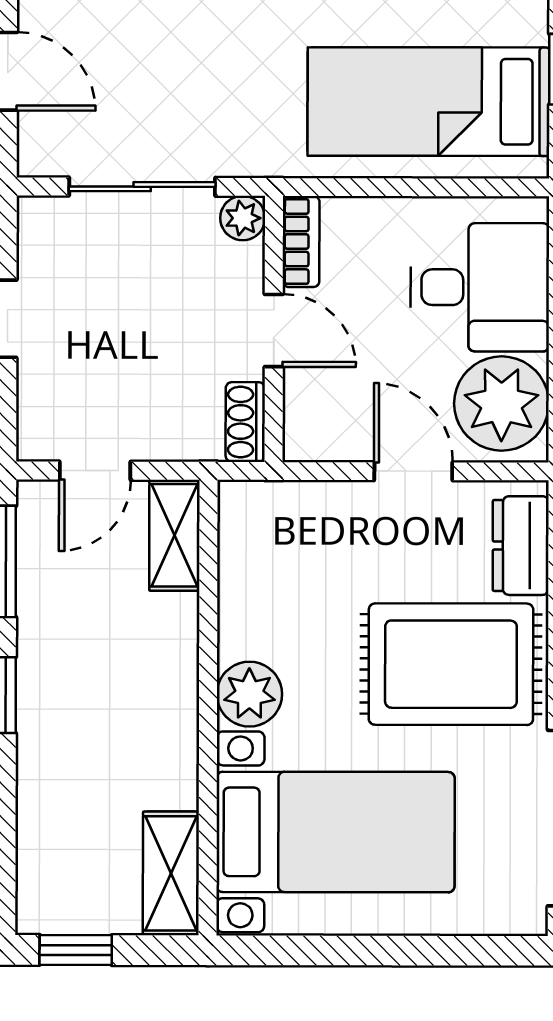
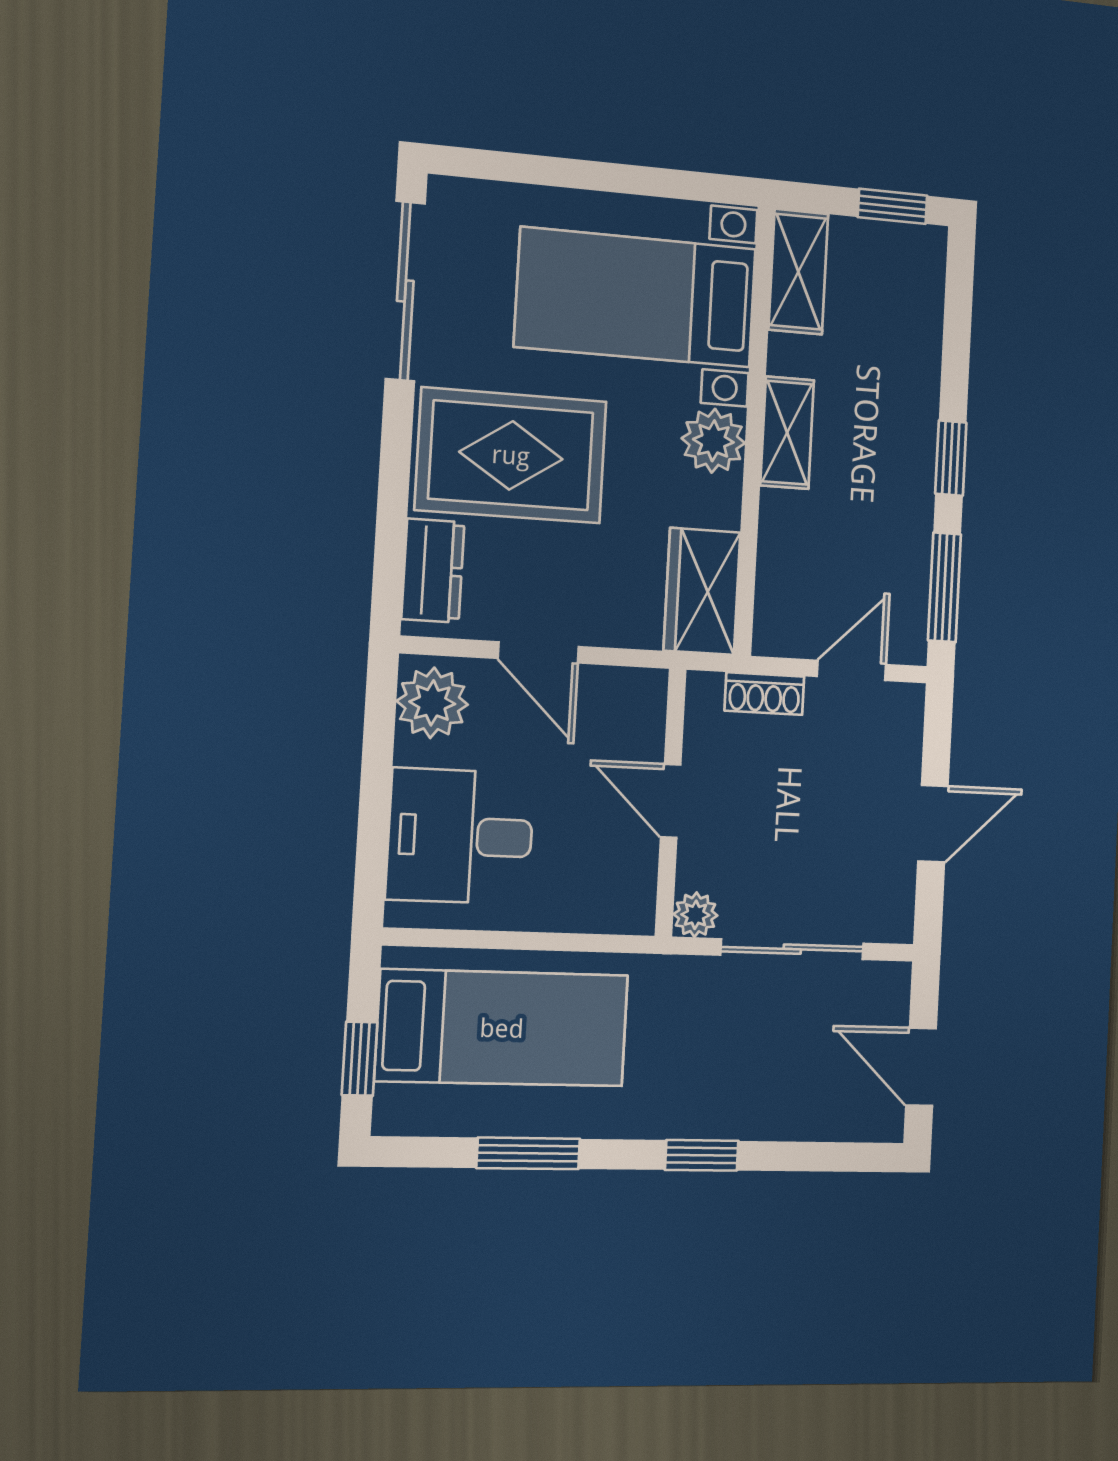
bookcase: (301, 242) -> (639, 889), removed
plant: (502, 404) -> (432, 703), width x0.73, depth x0.73
shoe rack: (245, 422) -> (764, 694), moved, turned 90
shelving: (174, 535) -> (787, 433), moved
wardrobe: (253, 542) -> (702, 591), added

